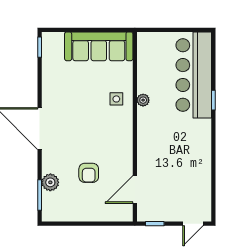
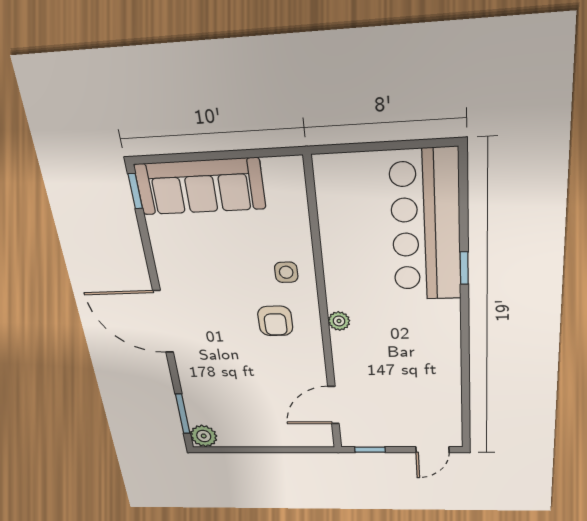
sofa: (99, 46) -> (200, 186), moved
plant: (143, 100) -> (339, 321), moved
armchair: (89, 173) -> (275, 321), moved
plant: (50, 182) -> (204, 436), moved

